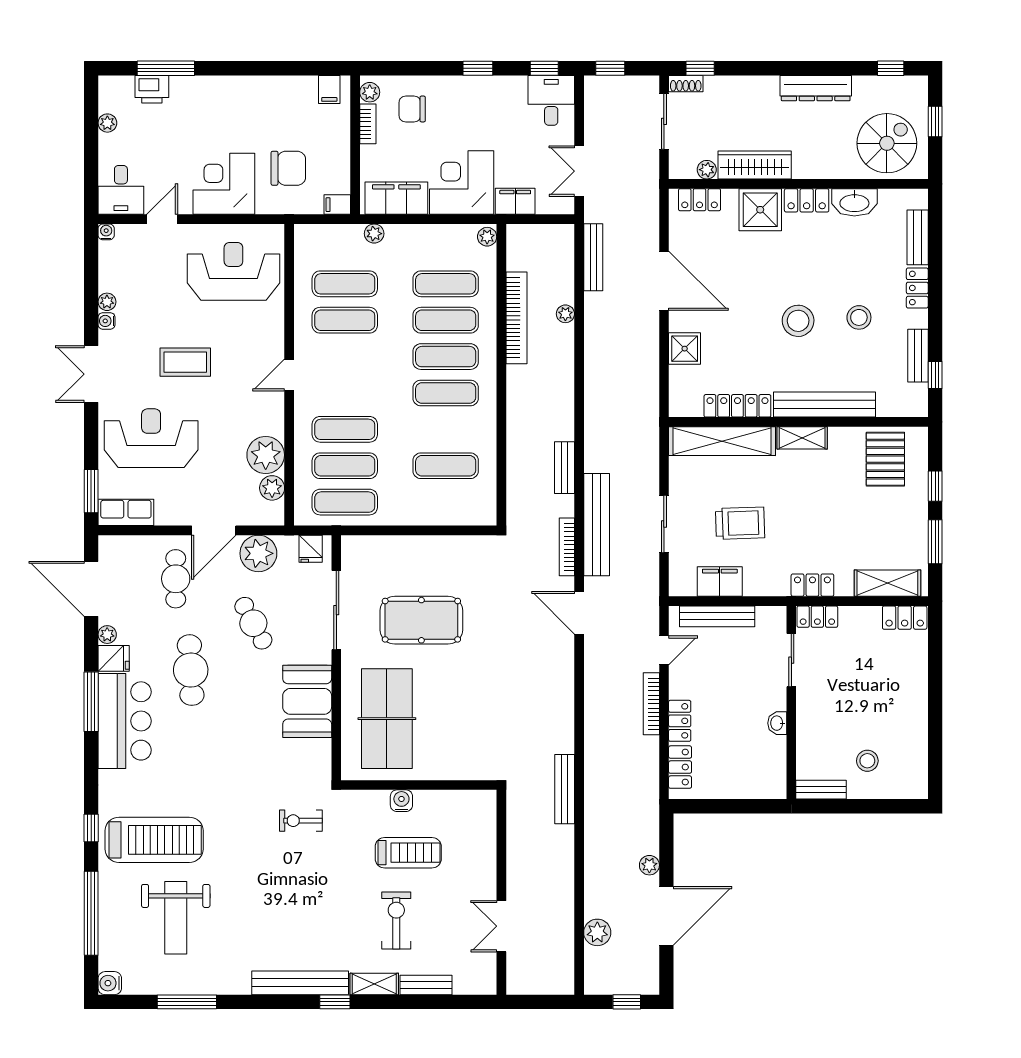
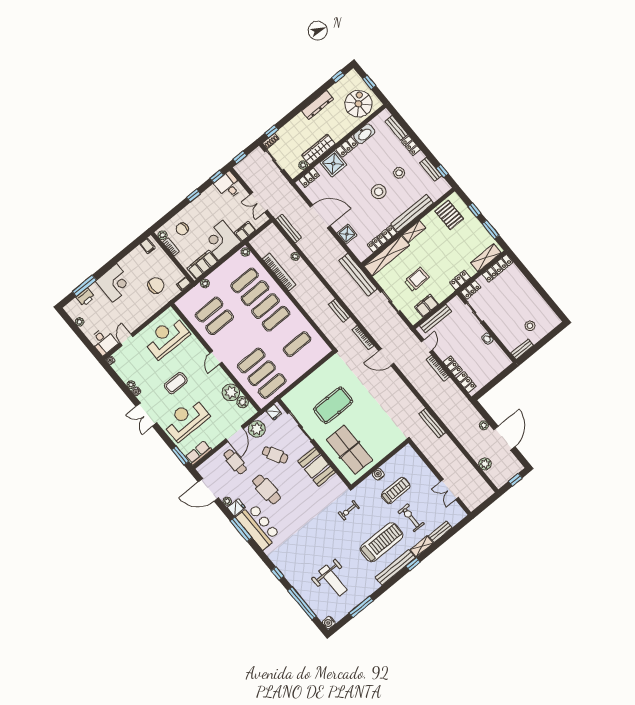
corner desk: (224, 184) -> (115, 283), moved, turned 180
bench: (597, 525) -> (358, 275), moved
locker: (905, 618) -> (497, 268), width x1.53
treadmill: (154, 840) -> (382, 542), moved

